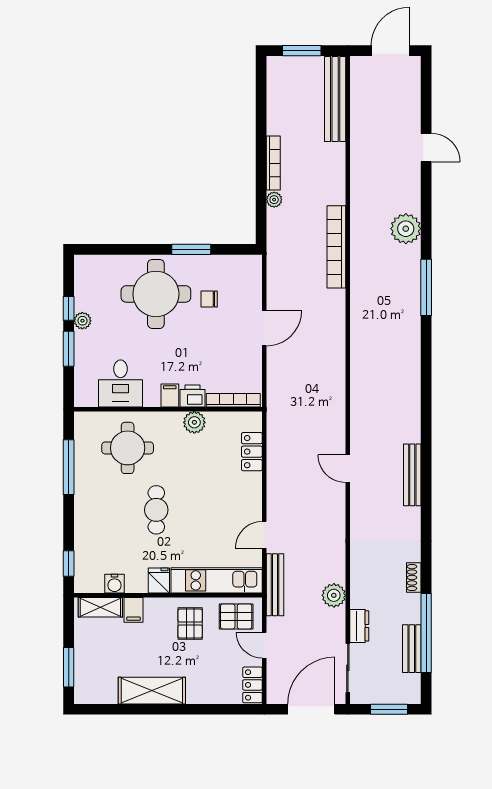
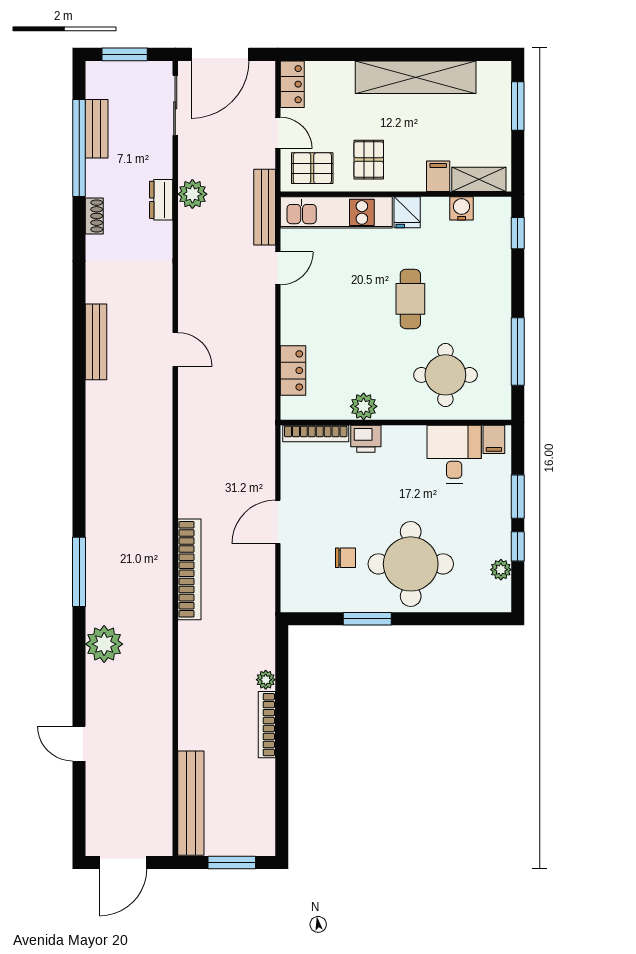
bookcase: (336, 247) -> (189, 569), moved
plant: (82, 321) -> (501, 570), moved
filing cabinet: (170, 395) -> (494, 439), moved
dresser: (359, 626) -> (161, 200), moved
shelving: (152, 691) -> (416, 77), width x1.47

